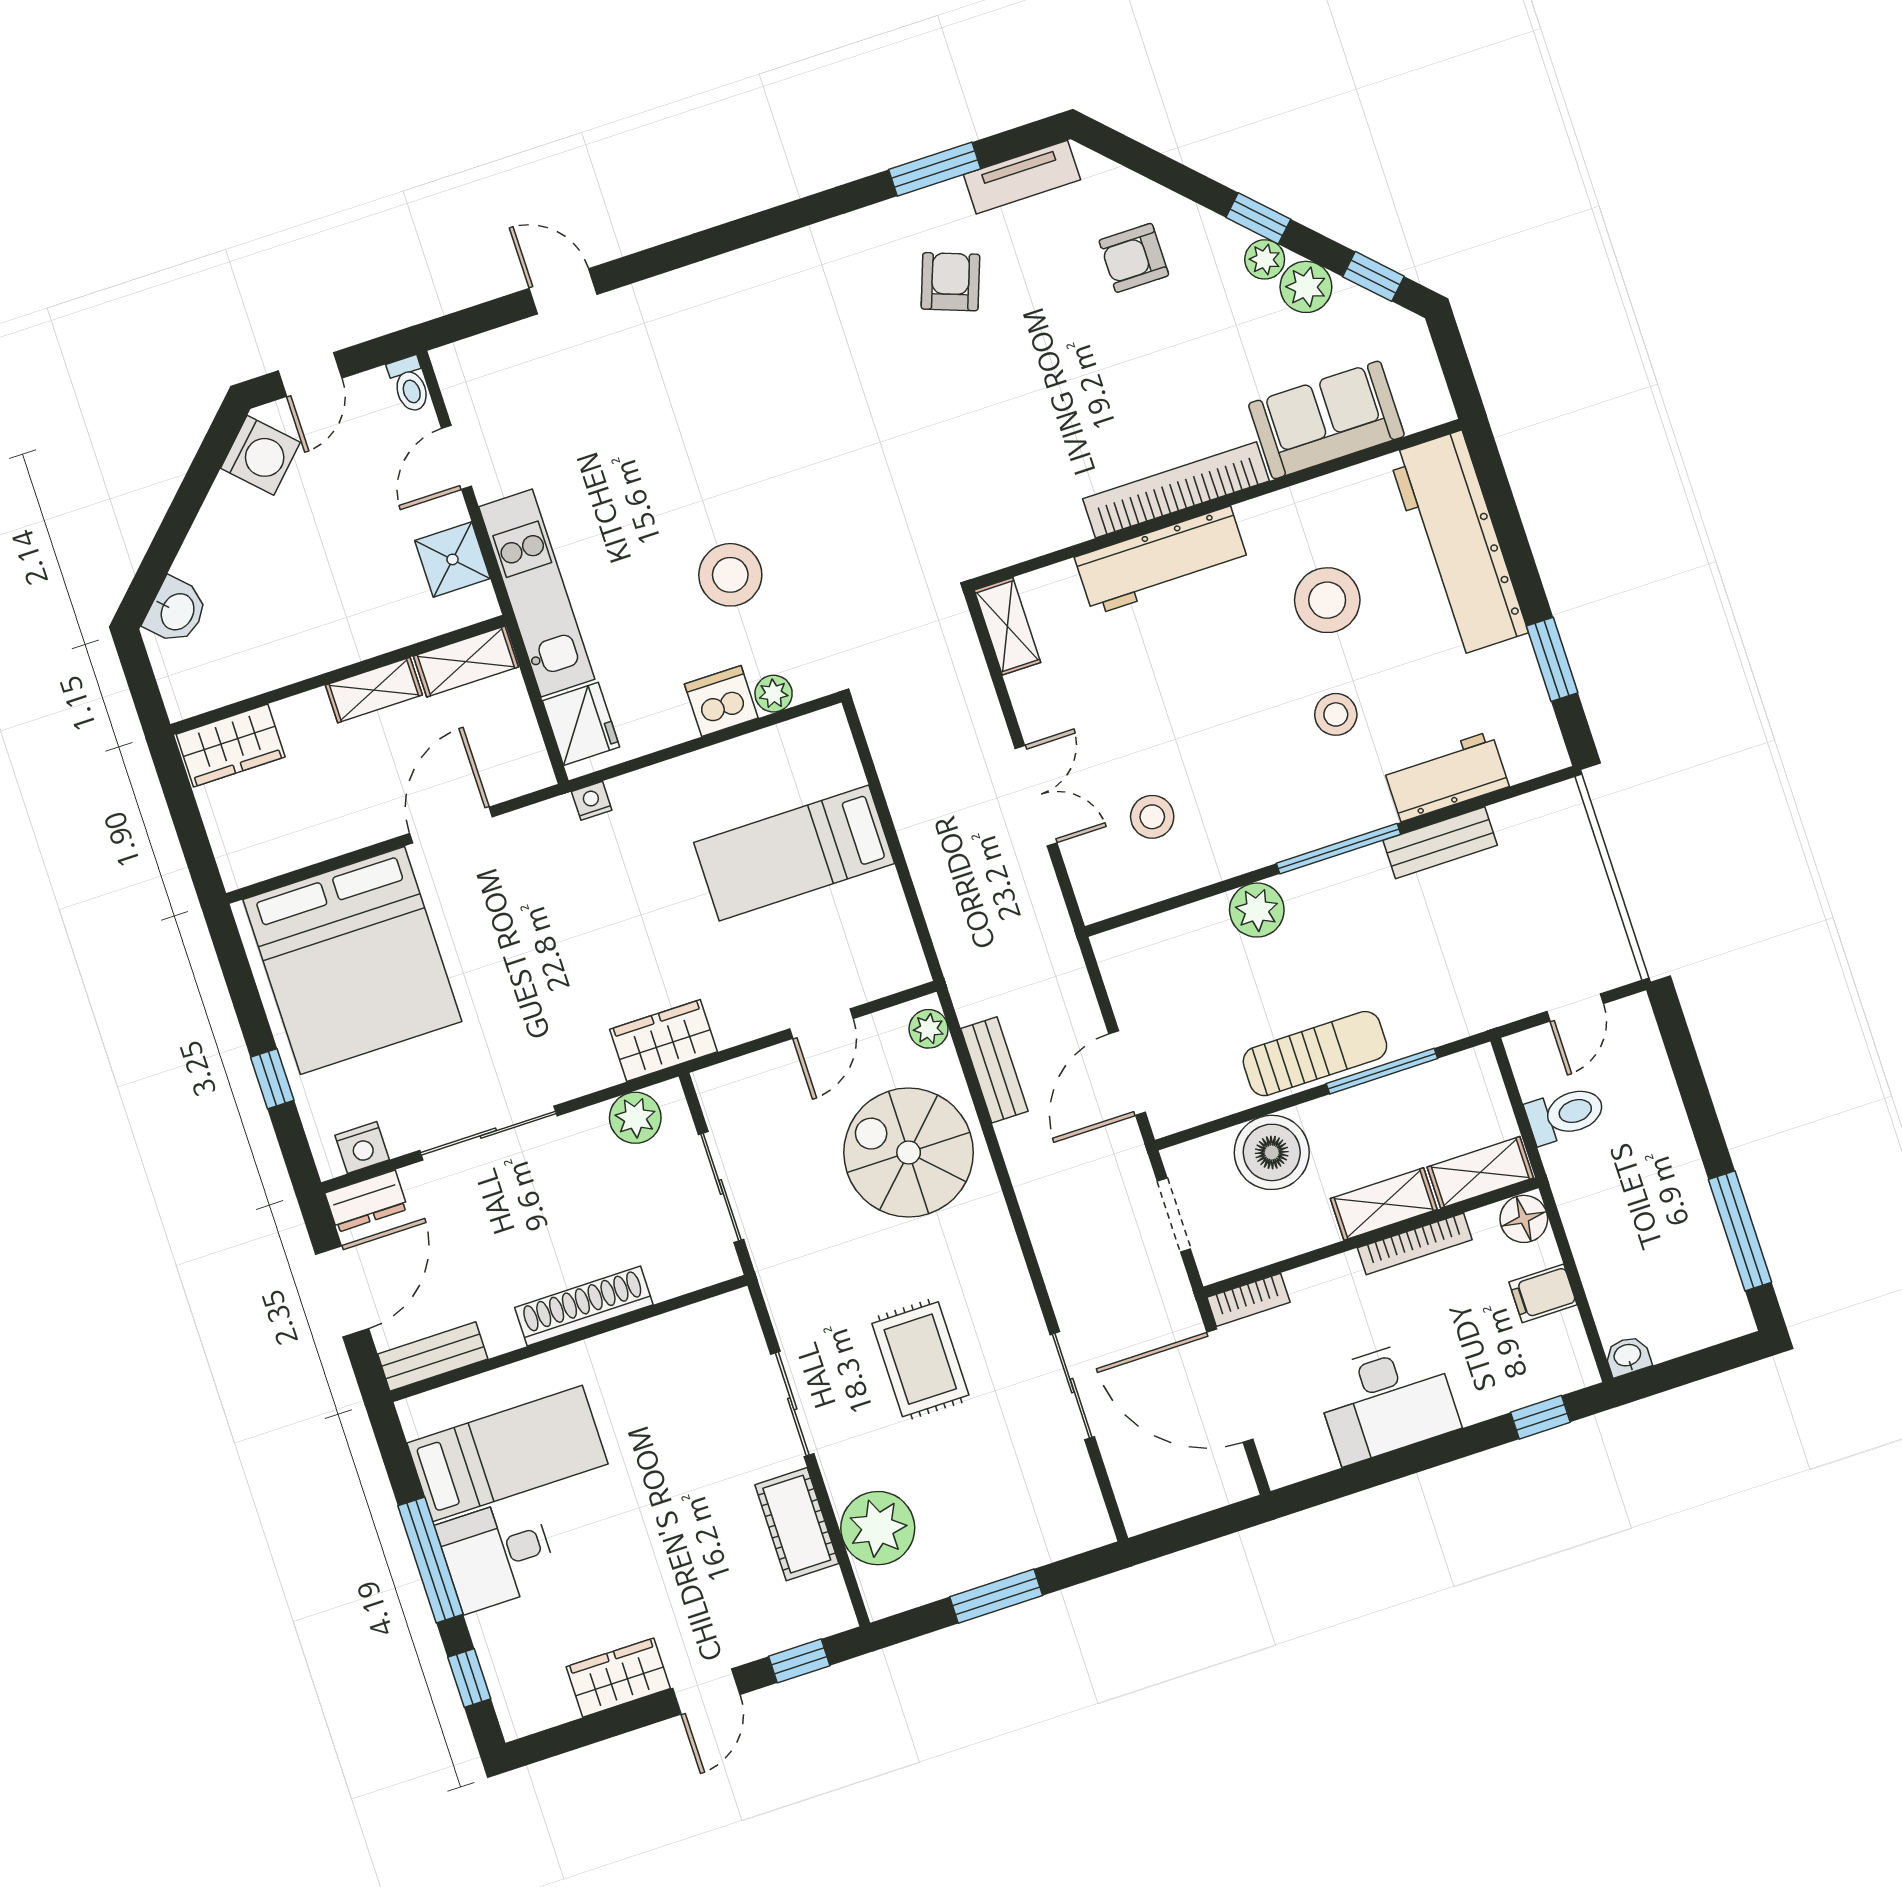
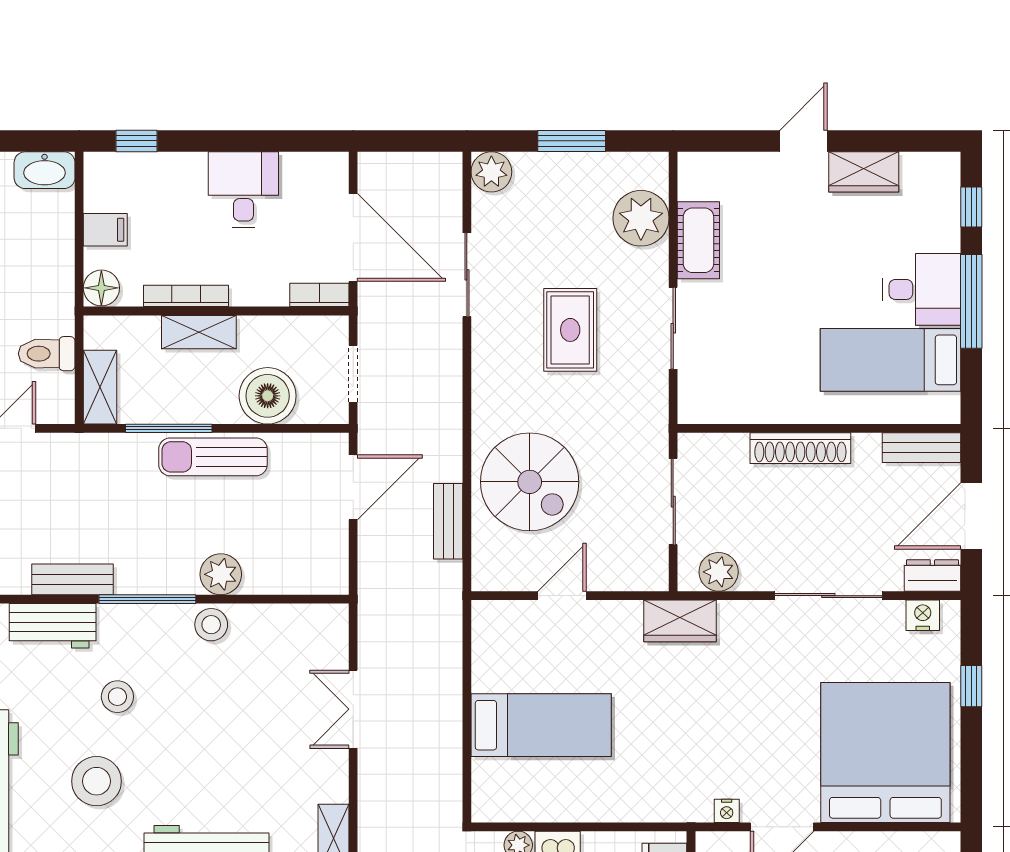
nightstand: (592, 801) -> (727, 811), moved
stool: (1152, 817) -> (211, 625), moved
plant: (929, 1029) -> (491, 172), moved, width x1.38, depth x1.38
shelving: (1480, 1172) -> (100, 387), moved, turned 90
washbasin: (1628, 1356) -> (45, 170), width x1.91, depth x1.45
desk: (1387, 1401) -> (243, 189), width x0.73
window: (799, 1661) -> (729, 141), removed

